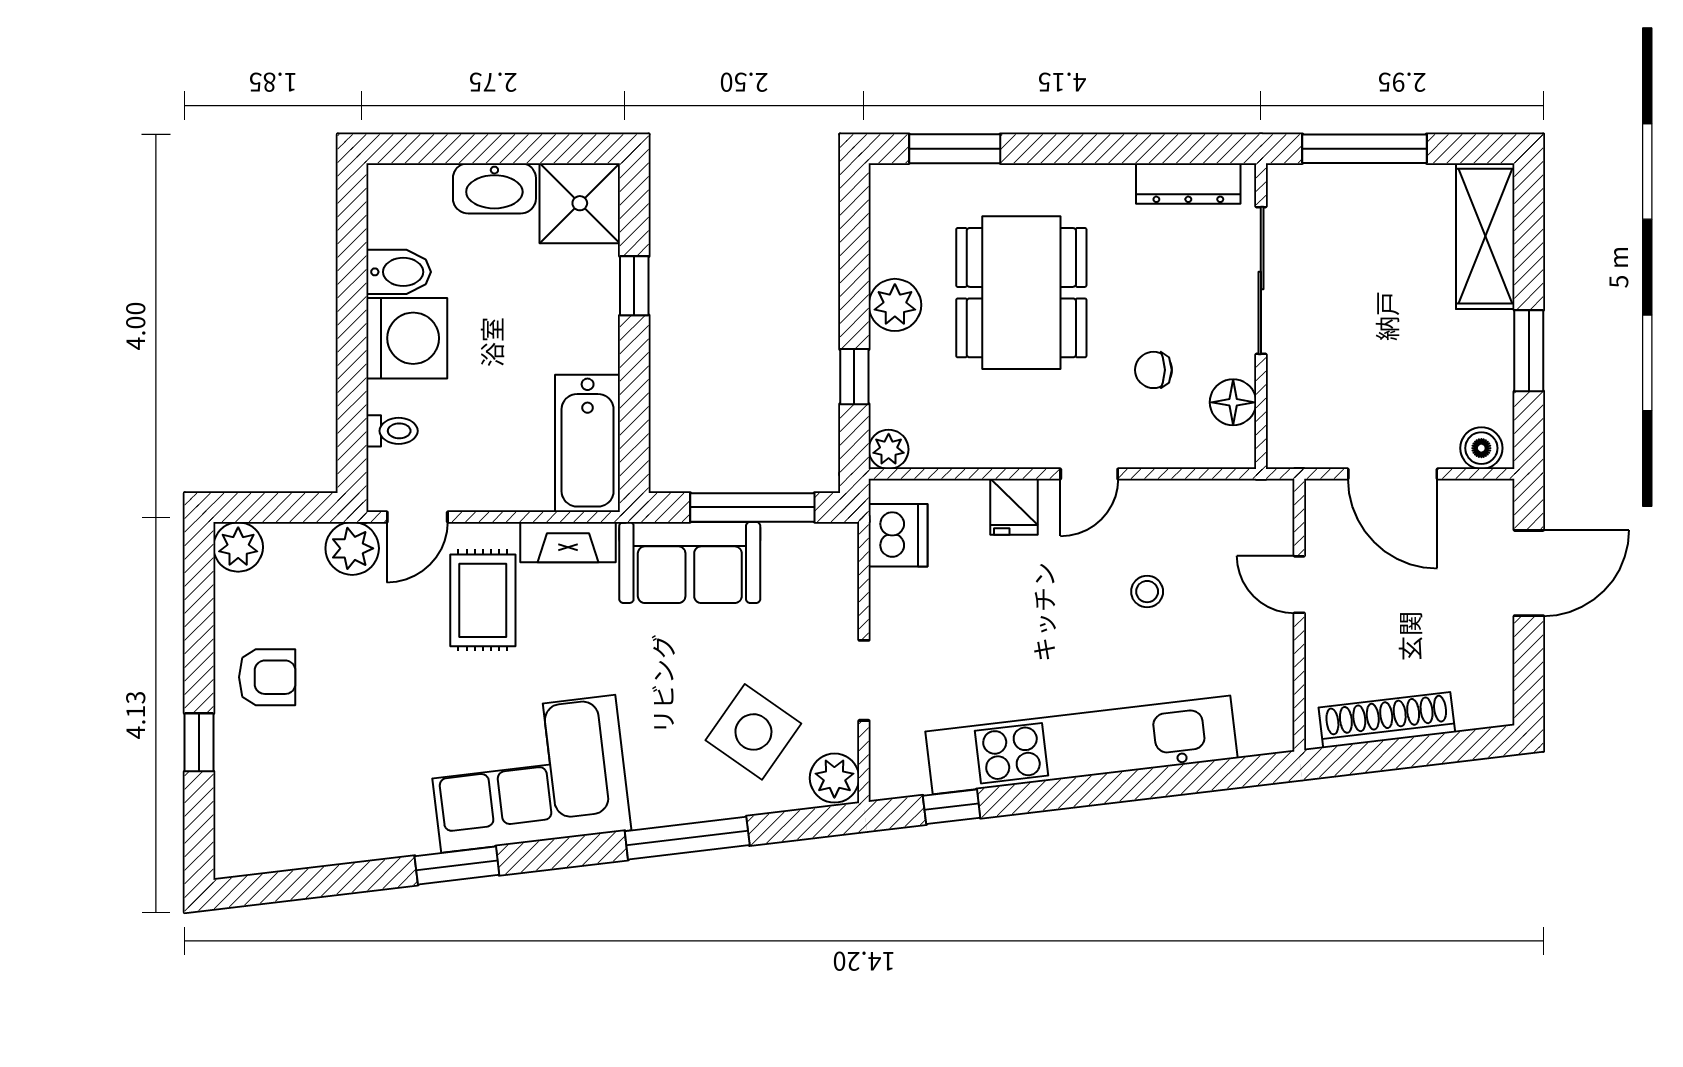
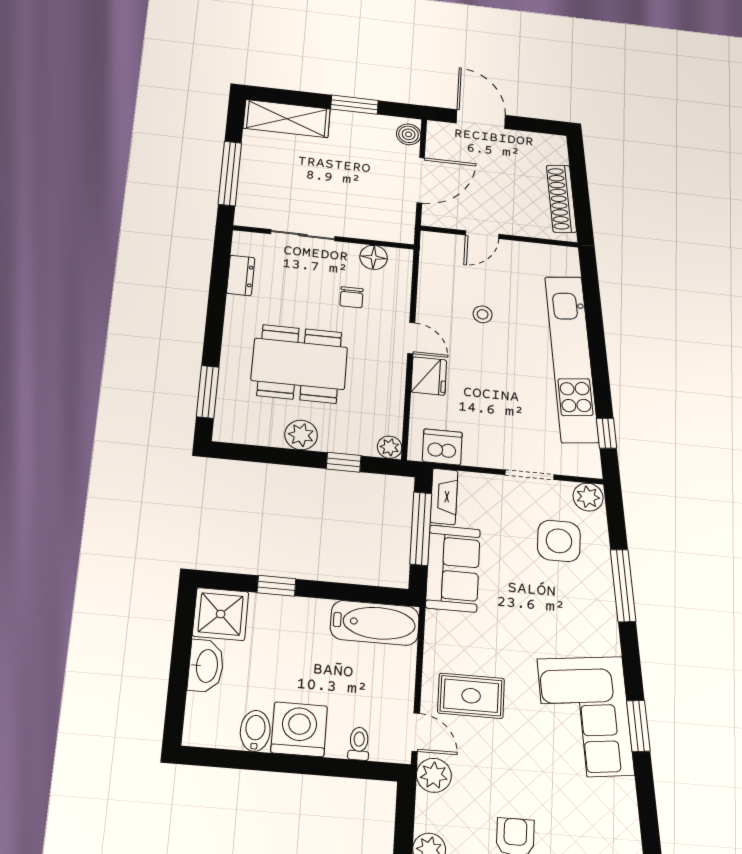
dresser: (1188, 183) -> (241, 275), width x0.70
sliding door: (1261, 281) -> (303, 235), width x0.73
fridge: (1014, 507) -> (429, 376), width x1.38
fireplace: (568, 542) -> (444, 496), moved
side table: (753, 732) -> (559, 541), turned -35
corner sofa: (528, 774) -> (585, 717), moved

